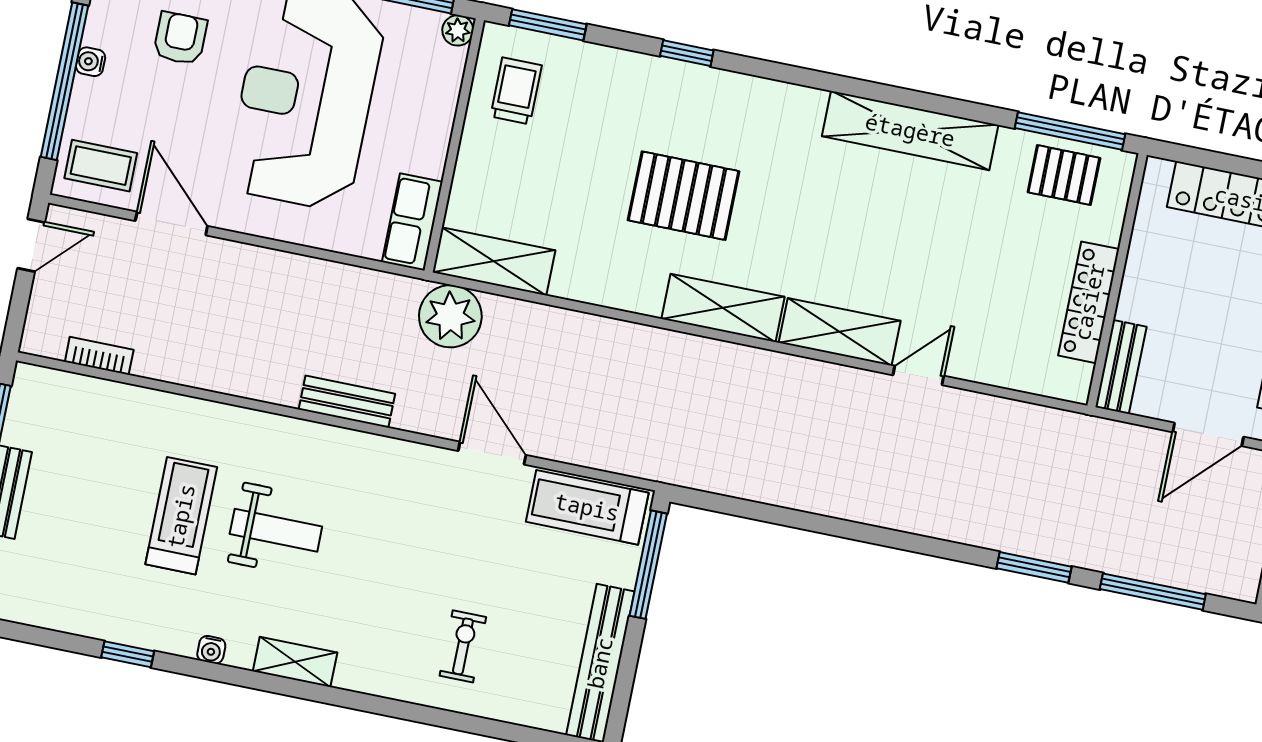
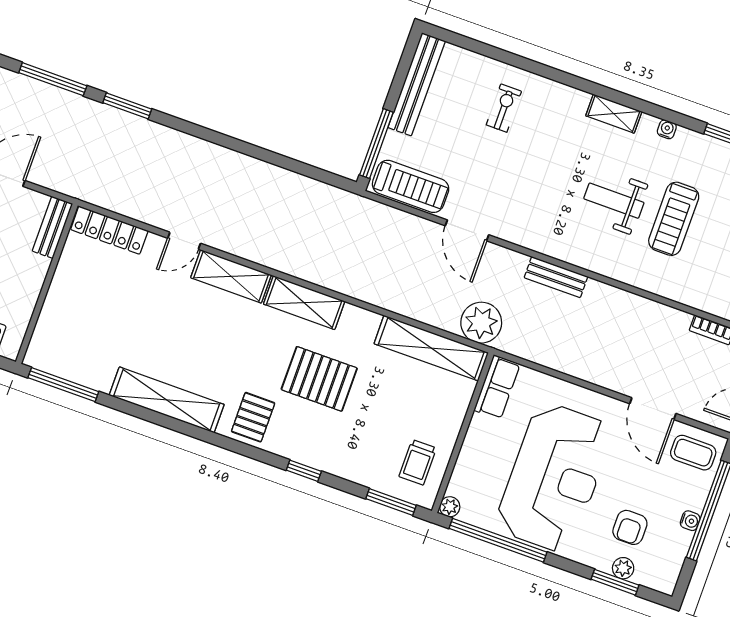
pallet: (1064, 175) -> (253, 417), moved, turned 90
shelving: (494, 261) -> (431, 348), width x1.47
locker: (1089, 302) -> (109, 230), moved, turned 90
exercise bike: (463, 646) -> (504, 108), turned 180

